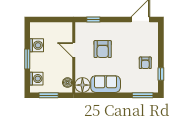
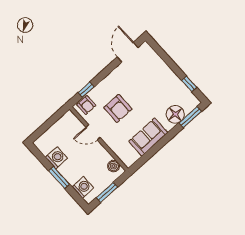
armchair: (145, 63) -> (86, 105), moved
floor lamp: (82, 85) -> (175, 114), moved

